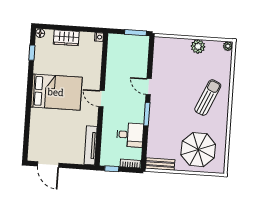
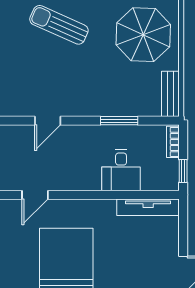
door: (101, 99) -> (35, 195), moved
window: (147, 114) -> (119, 121), moved
desk: (130, 135) -> (121, 170), moved, turned 180

